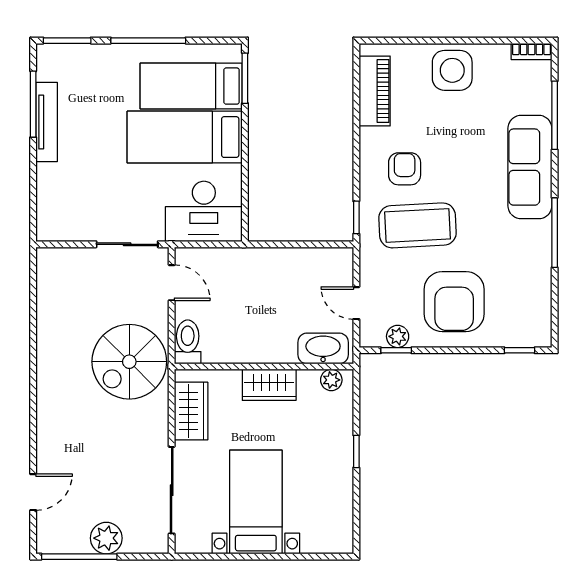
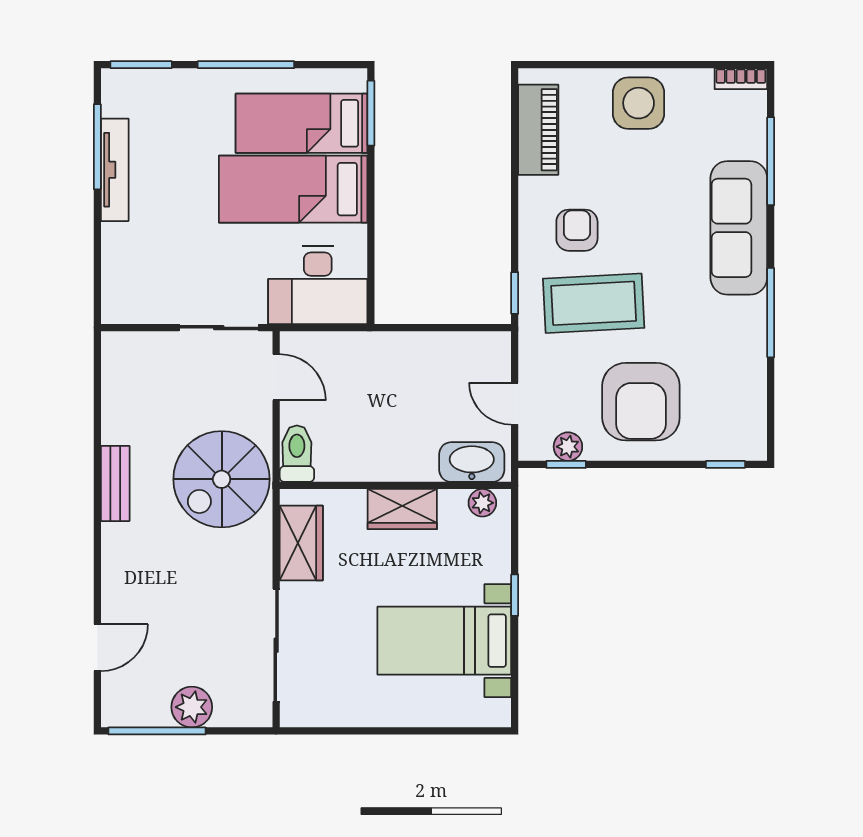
bench: (47, 365) -> (115, 483), added
bed with nightstands: (256, 502) -> (444, 641), moved, turned -90

